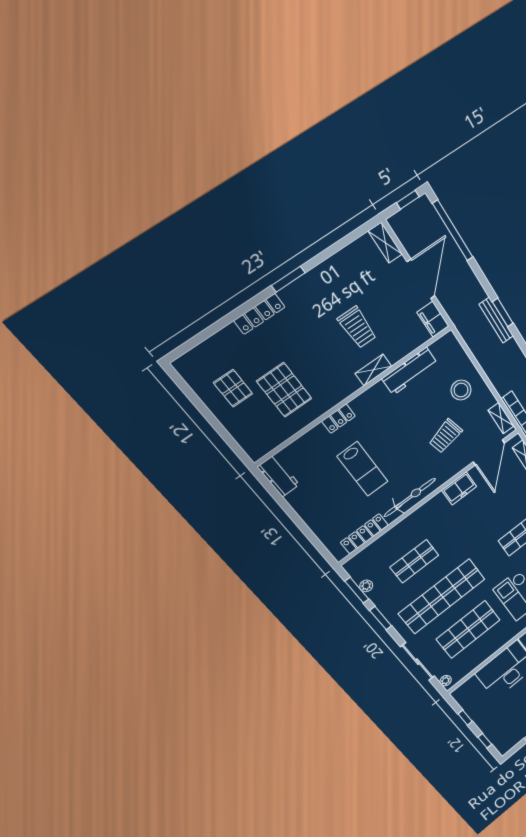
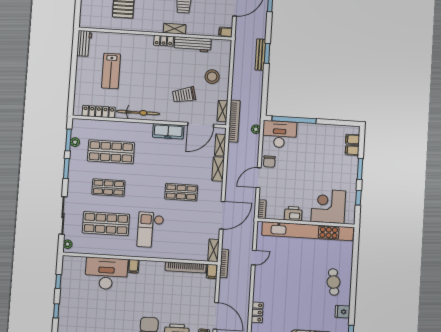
filing cabinet: (433, 319) -> (226, 32), width x0.50
locker: (338, 419) -> (164, 41), moved
lab bench: (363, 469) -> (111, 71), moved
freezer: (459, 488) -> (168, 131), width x1.40
shop shelf: (414, 561) -> (111, 152), width x1.43, depth x1.36
shop shelf: (442, 596) -> (108, 188), width x0.50, depth x0.74

